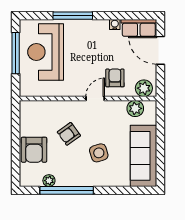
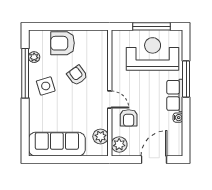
row of seats: (139, 28) -> (175, 95), moved
armchair: (115, 78) -> (129, 118), turned 90
side table: (99, 153) -> (46, 86), moved

